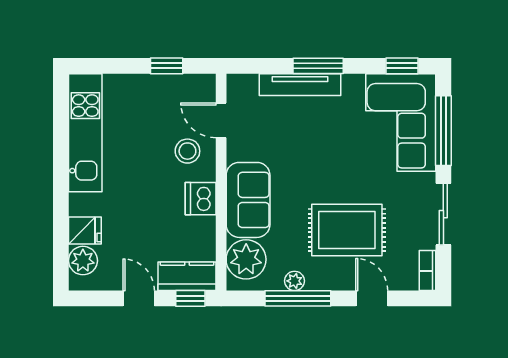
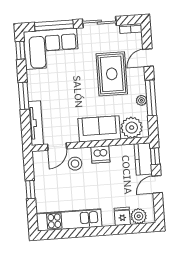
window: (167, 66) -> (30, 190), moved
tv unit: (300, 85) -> (36, 123), moved

